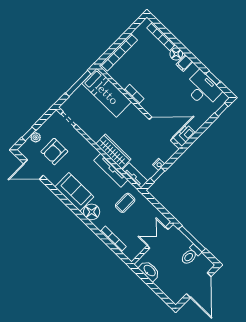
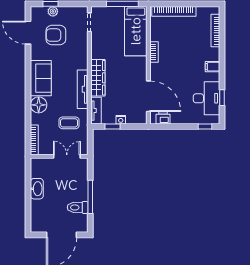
floor lamp: (176, 54) -> (213, 54), removed
double door: (158, 238) -> (67, 156), moved
wall: (152, 243) -> (59, 156), moved

